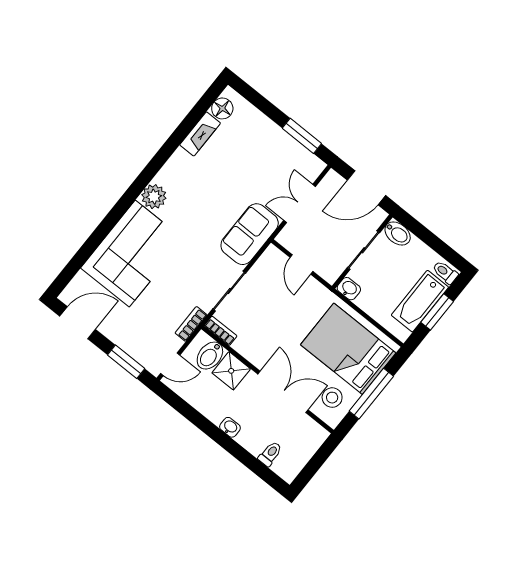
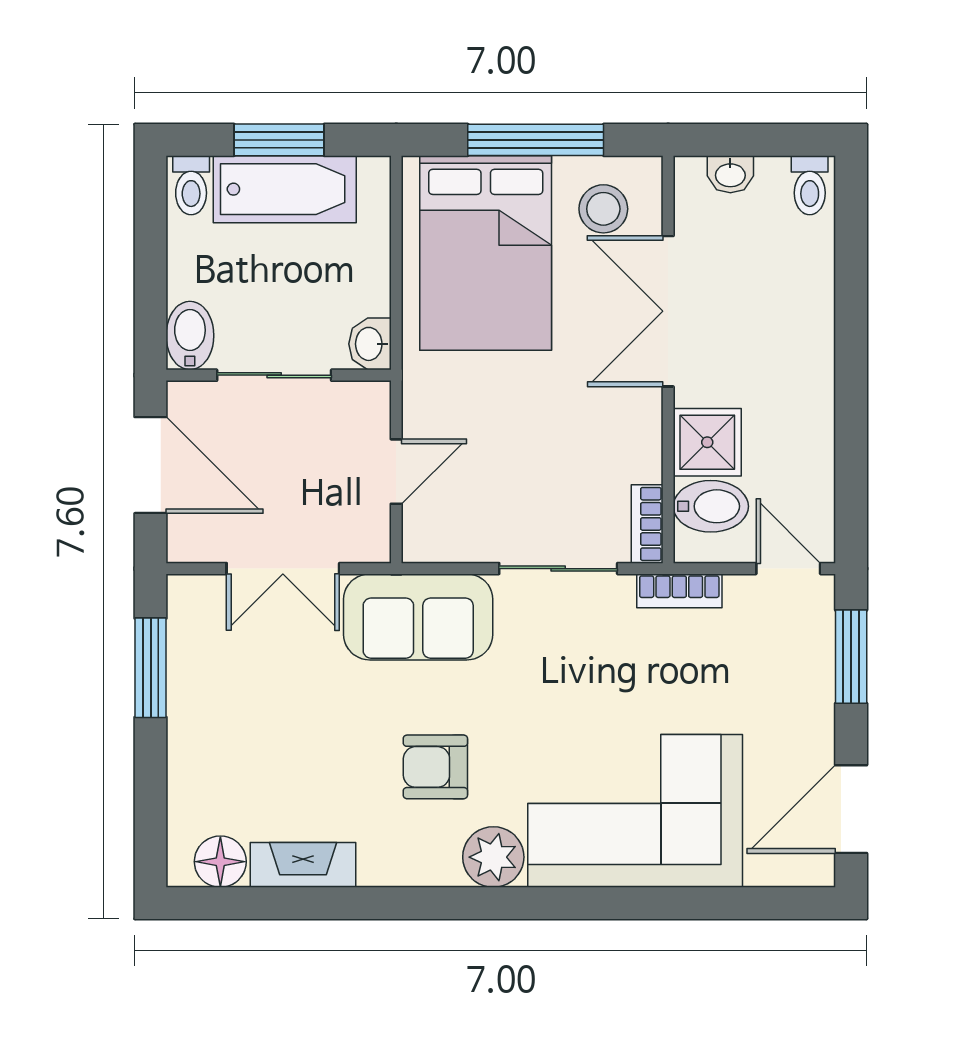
armchair: (197, 201) -> (435, 767), added
door: (78, 323) -> (851, 809), hinge flipped
washbasin: (230, 427) -> (730, 174), moved, turned -90
toilet: (270, 454) -> (810, 185), moved, turned -90

